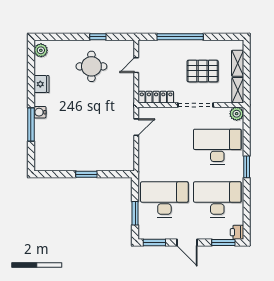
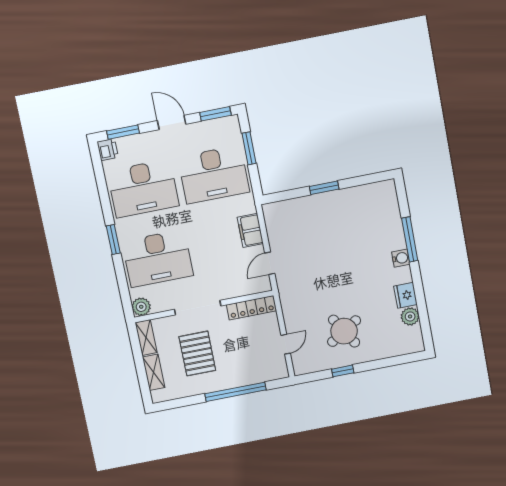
plant: (41, 50) -> (410, 316), moved
round table: (91, 66) -> (344, 331), turned -32
pallet: (203, 71) -> (197, 353), turned 90
filing cabinet: (146, 154) -> (250, 230), added

